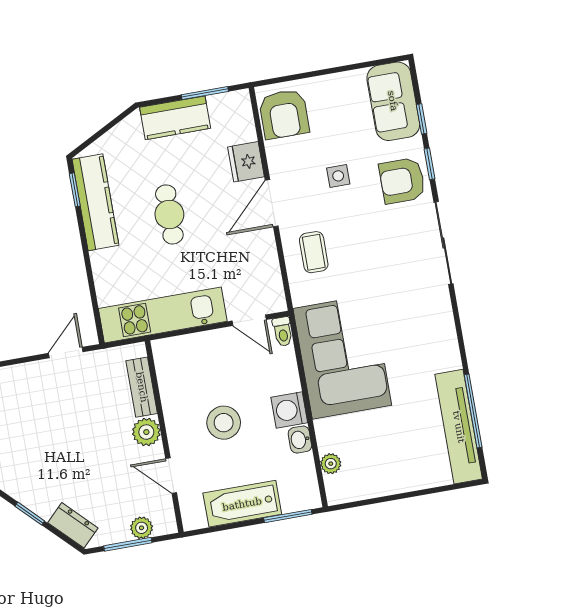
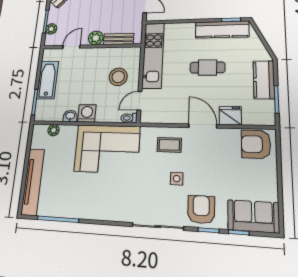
side table: (338, 176) -> (177, 179), moved
stool: (224, 423) -> (118, 77), moved
tv unit: (459, 427) -> (33, 182), moved, turned 90

